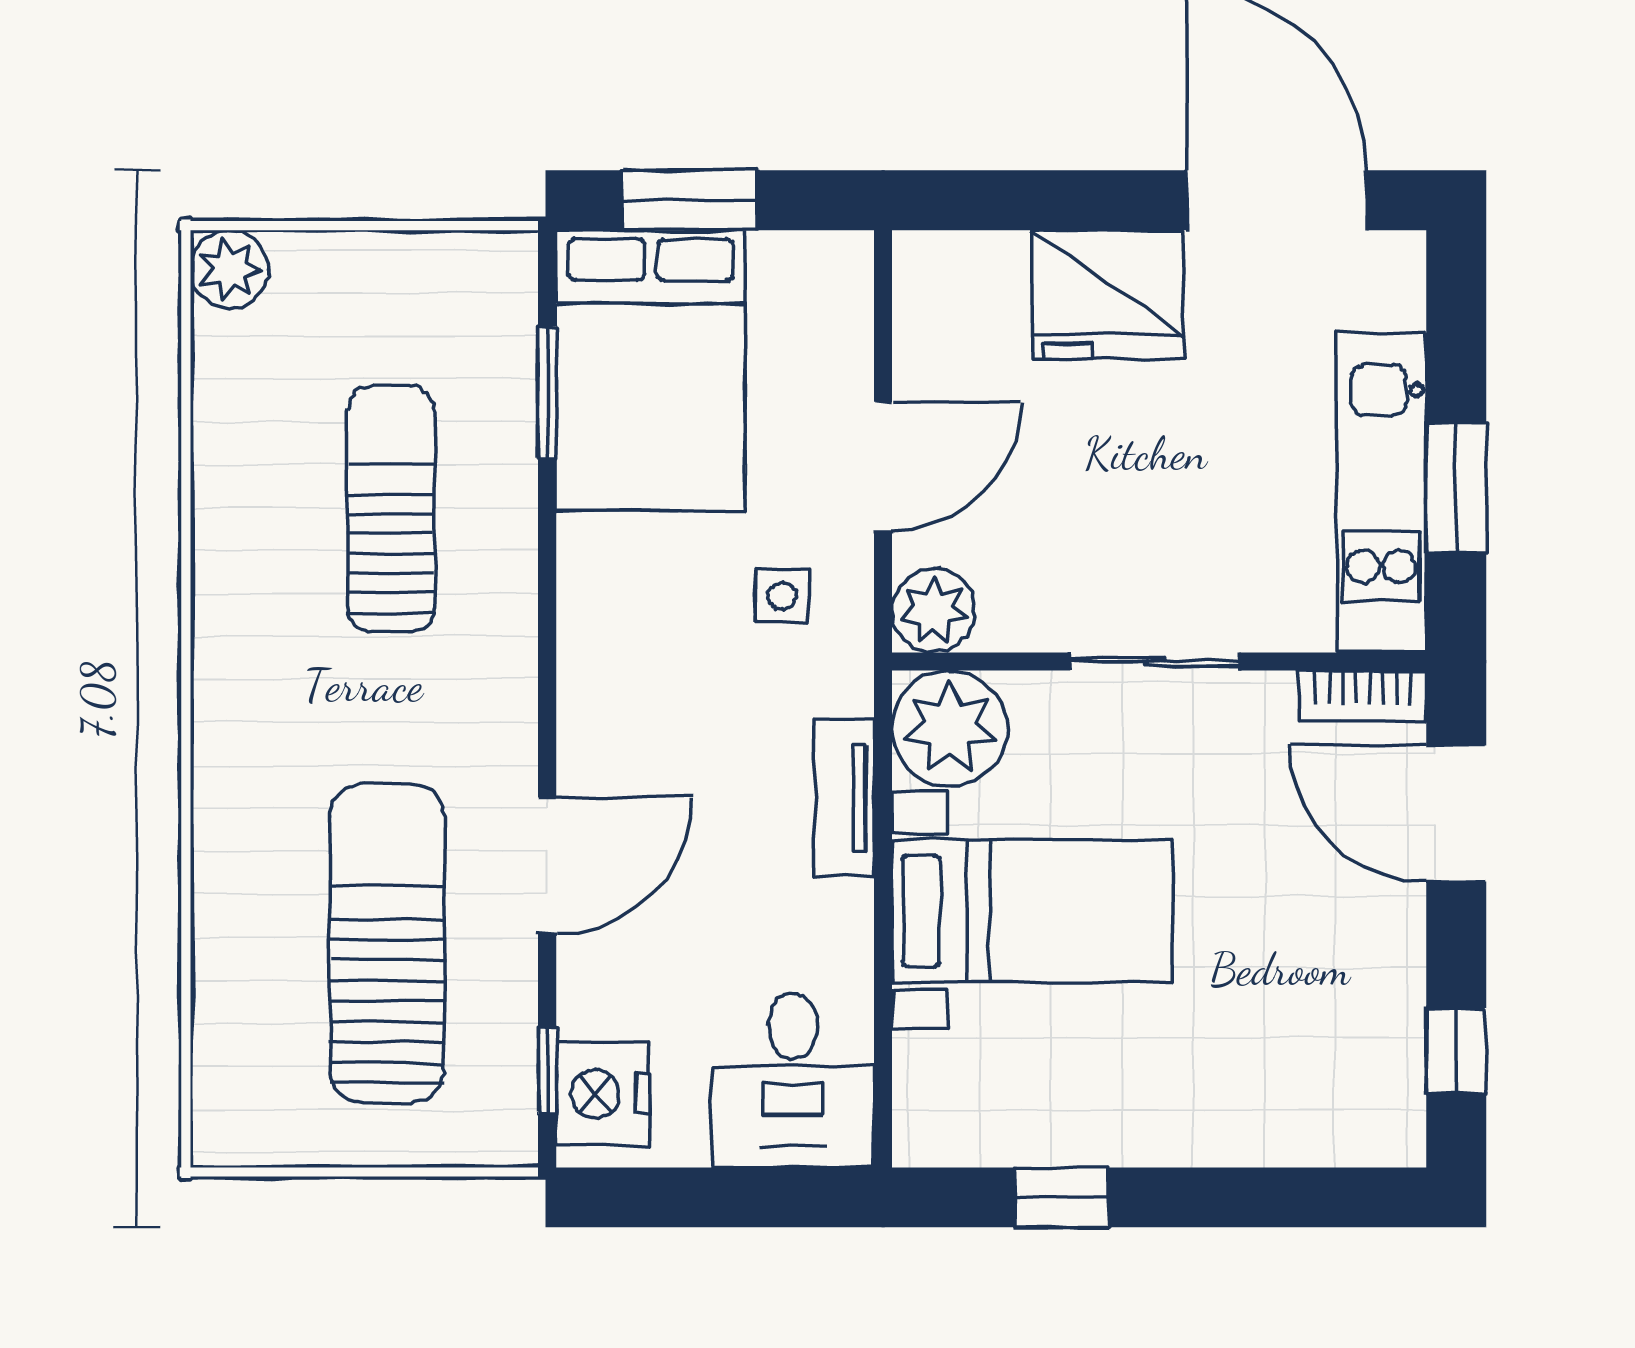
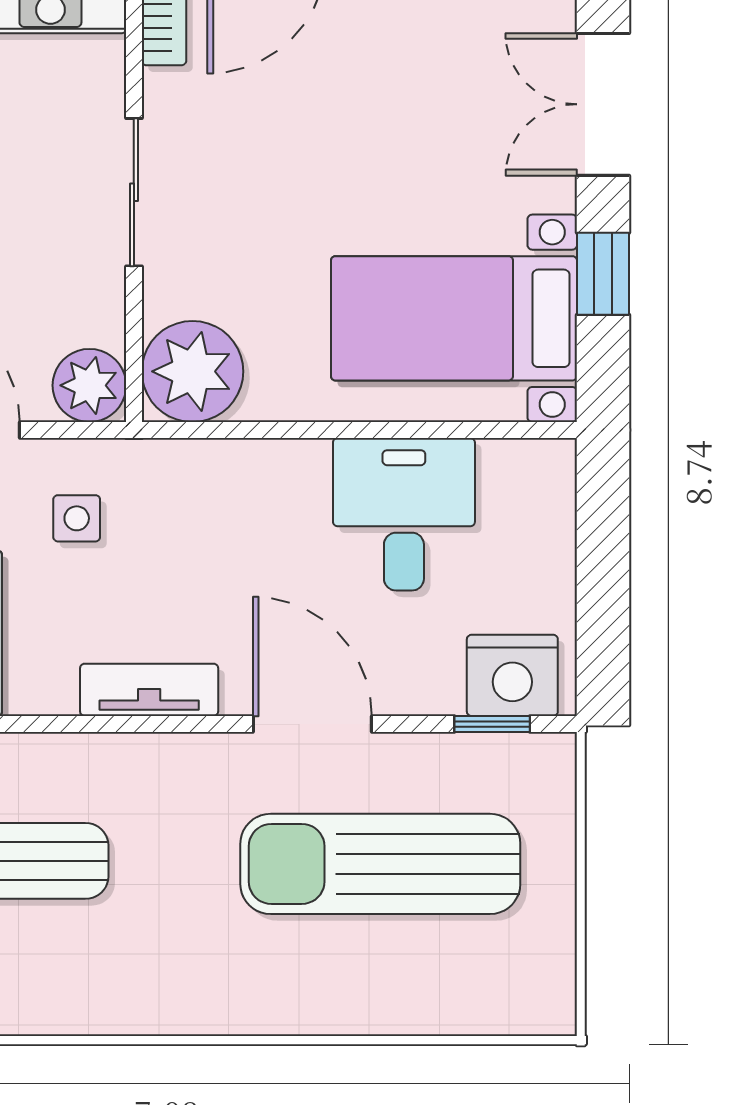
tv unit: (844, 798) -> (149, 690), moved, turned 180
bed with nightstands: (1032, 911) -> (454, 318), moved, turned -90
desk: (793, 1080) -> (404, 514), moved, turned -90
double door: (1255, 1197) -> (603, 104), added

